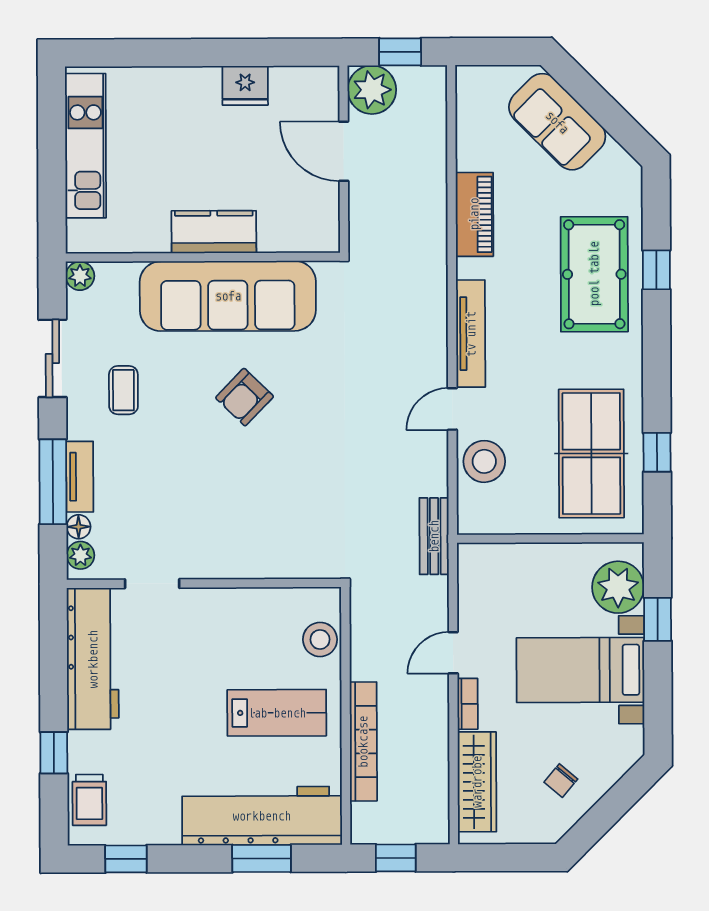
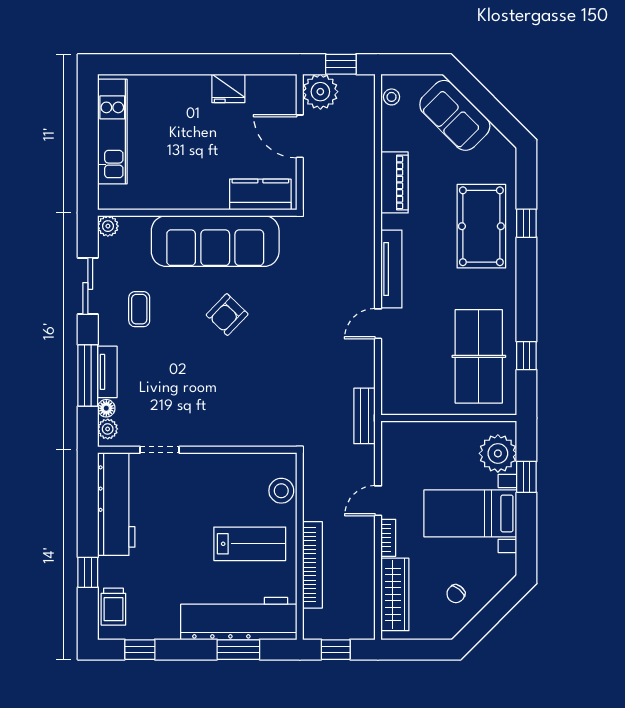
kitchen counter: (214, 232) -> (260, 194), moved
stool: (484, 461) -> (392, 97), moved, width x0.53, depth x0.53

